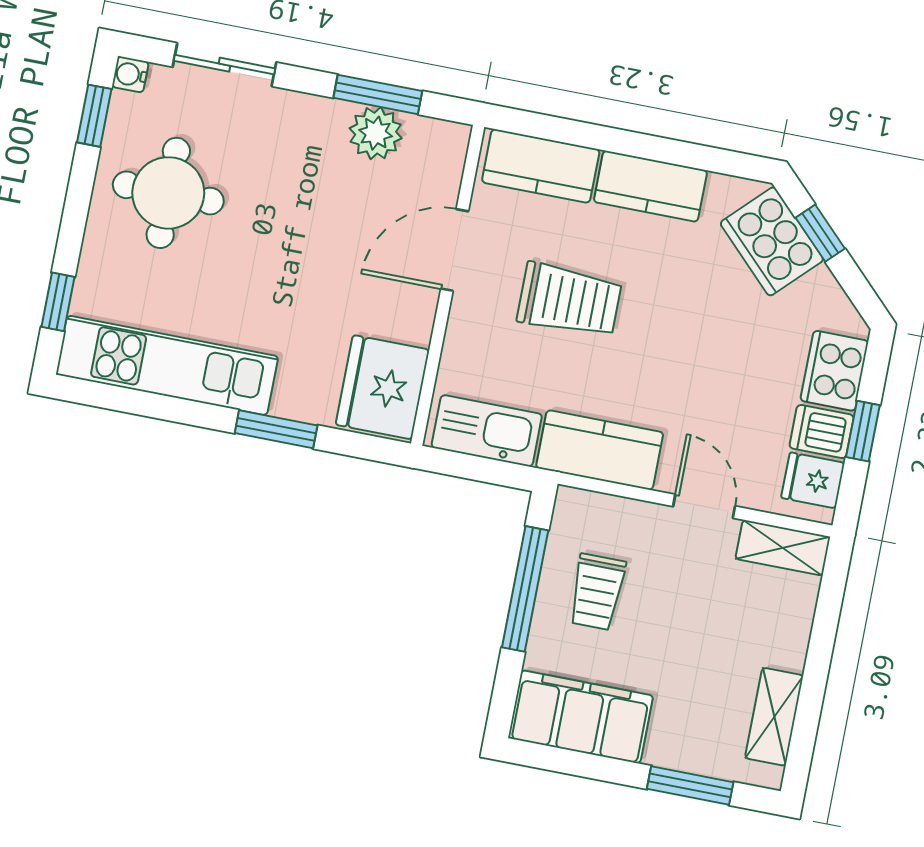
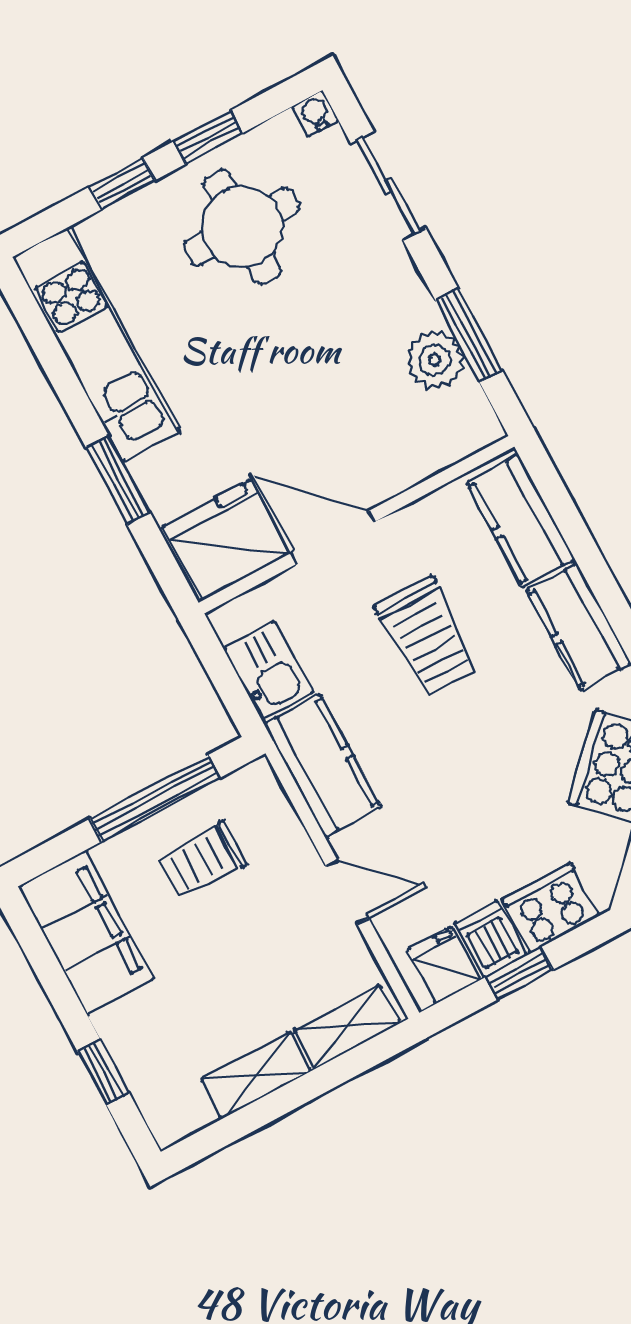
window: (94, 116) -> (208, 137), moved
door: (455, 250) -> (333, 538), moved
window: (58, 302) -> (122, 184), moved
kitchen sink: (487, 431) -> (268, 671), width x0.73
door: (704, 506) -> (347, 892), hinge flipped
shelving: (783, 548) -> (347, 1027), moved, turned 90
shelving: (774, 717) -> (256, 1075), moved
window: (690, 785) -> (103, 1072), width x0.67

